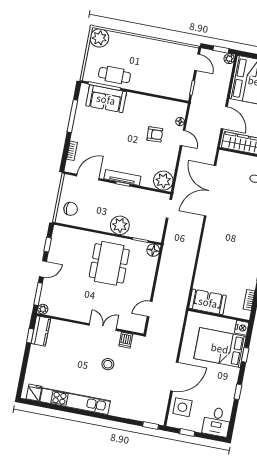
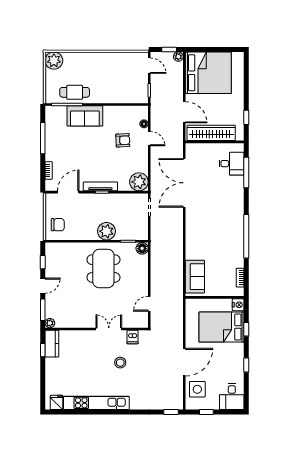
sofa: (106, 99) -> (85, 116), moved
sofa: (208, 302) -> (195, 277), moved, turned 90

